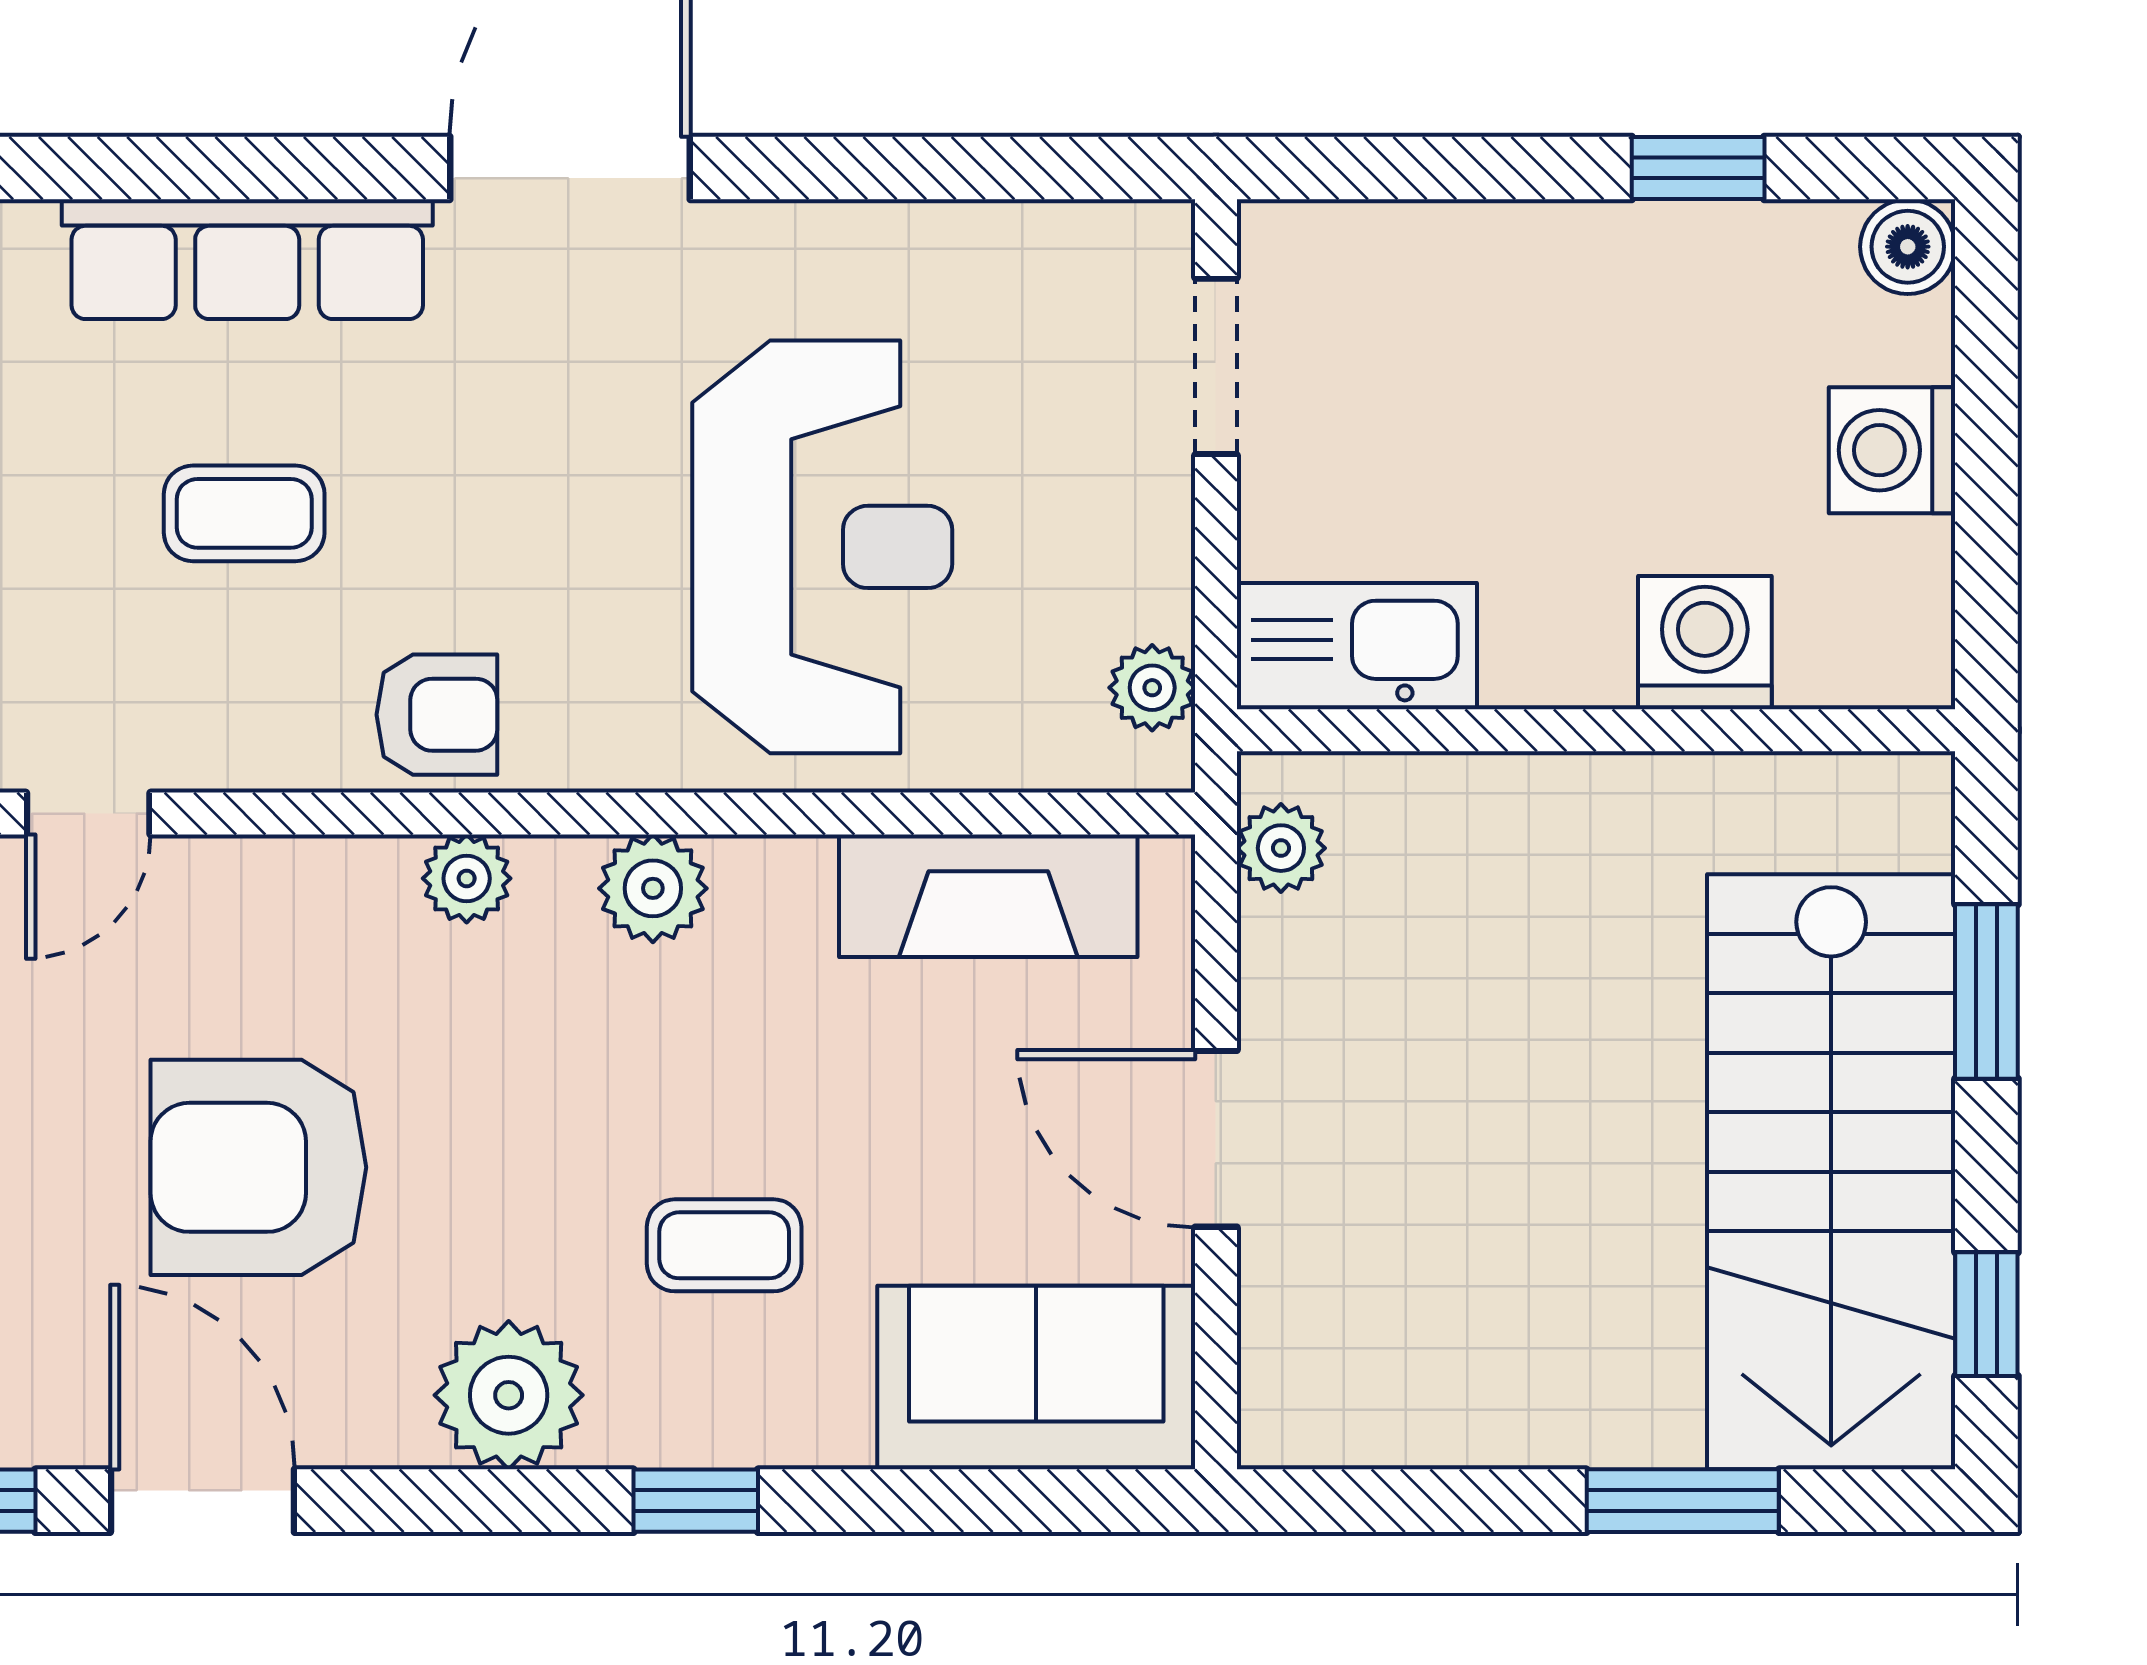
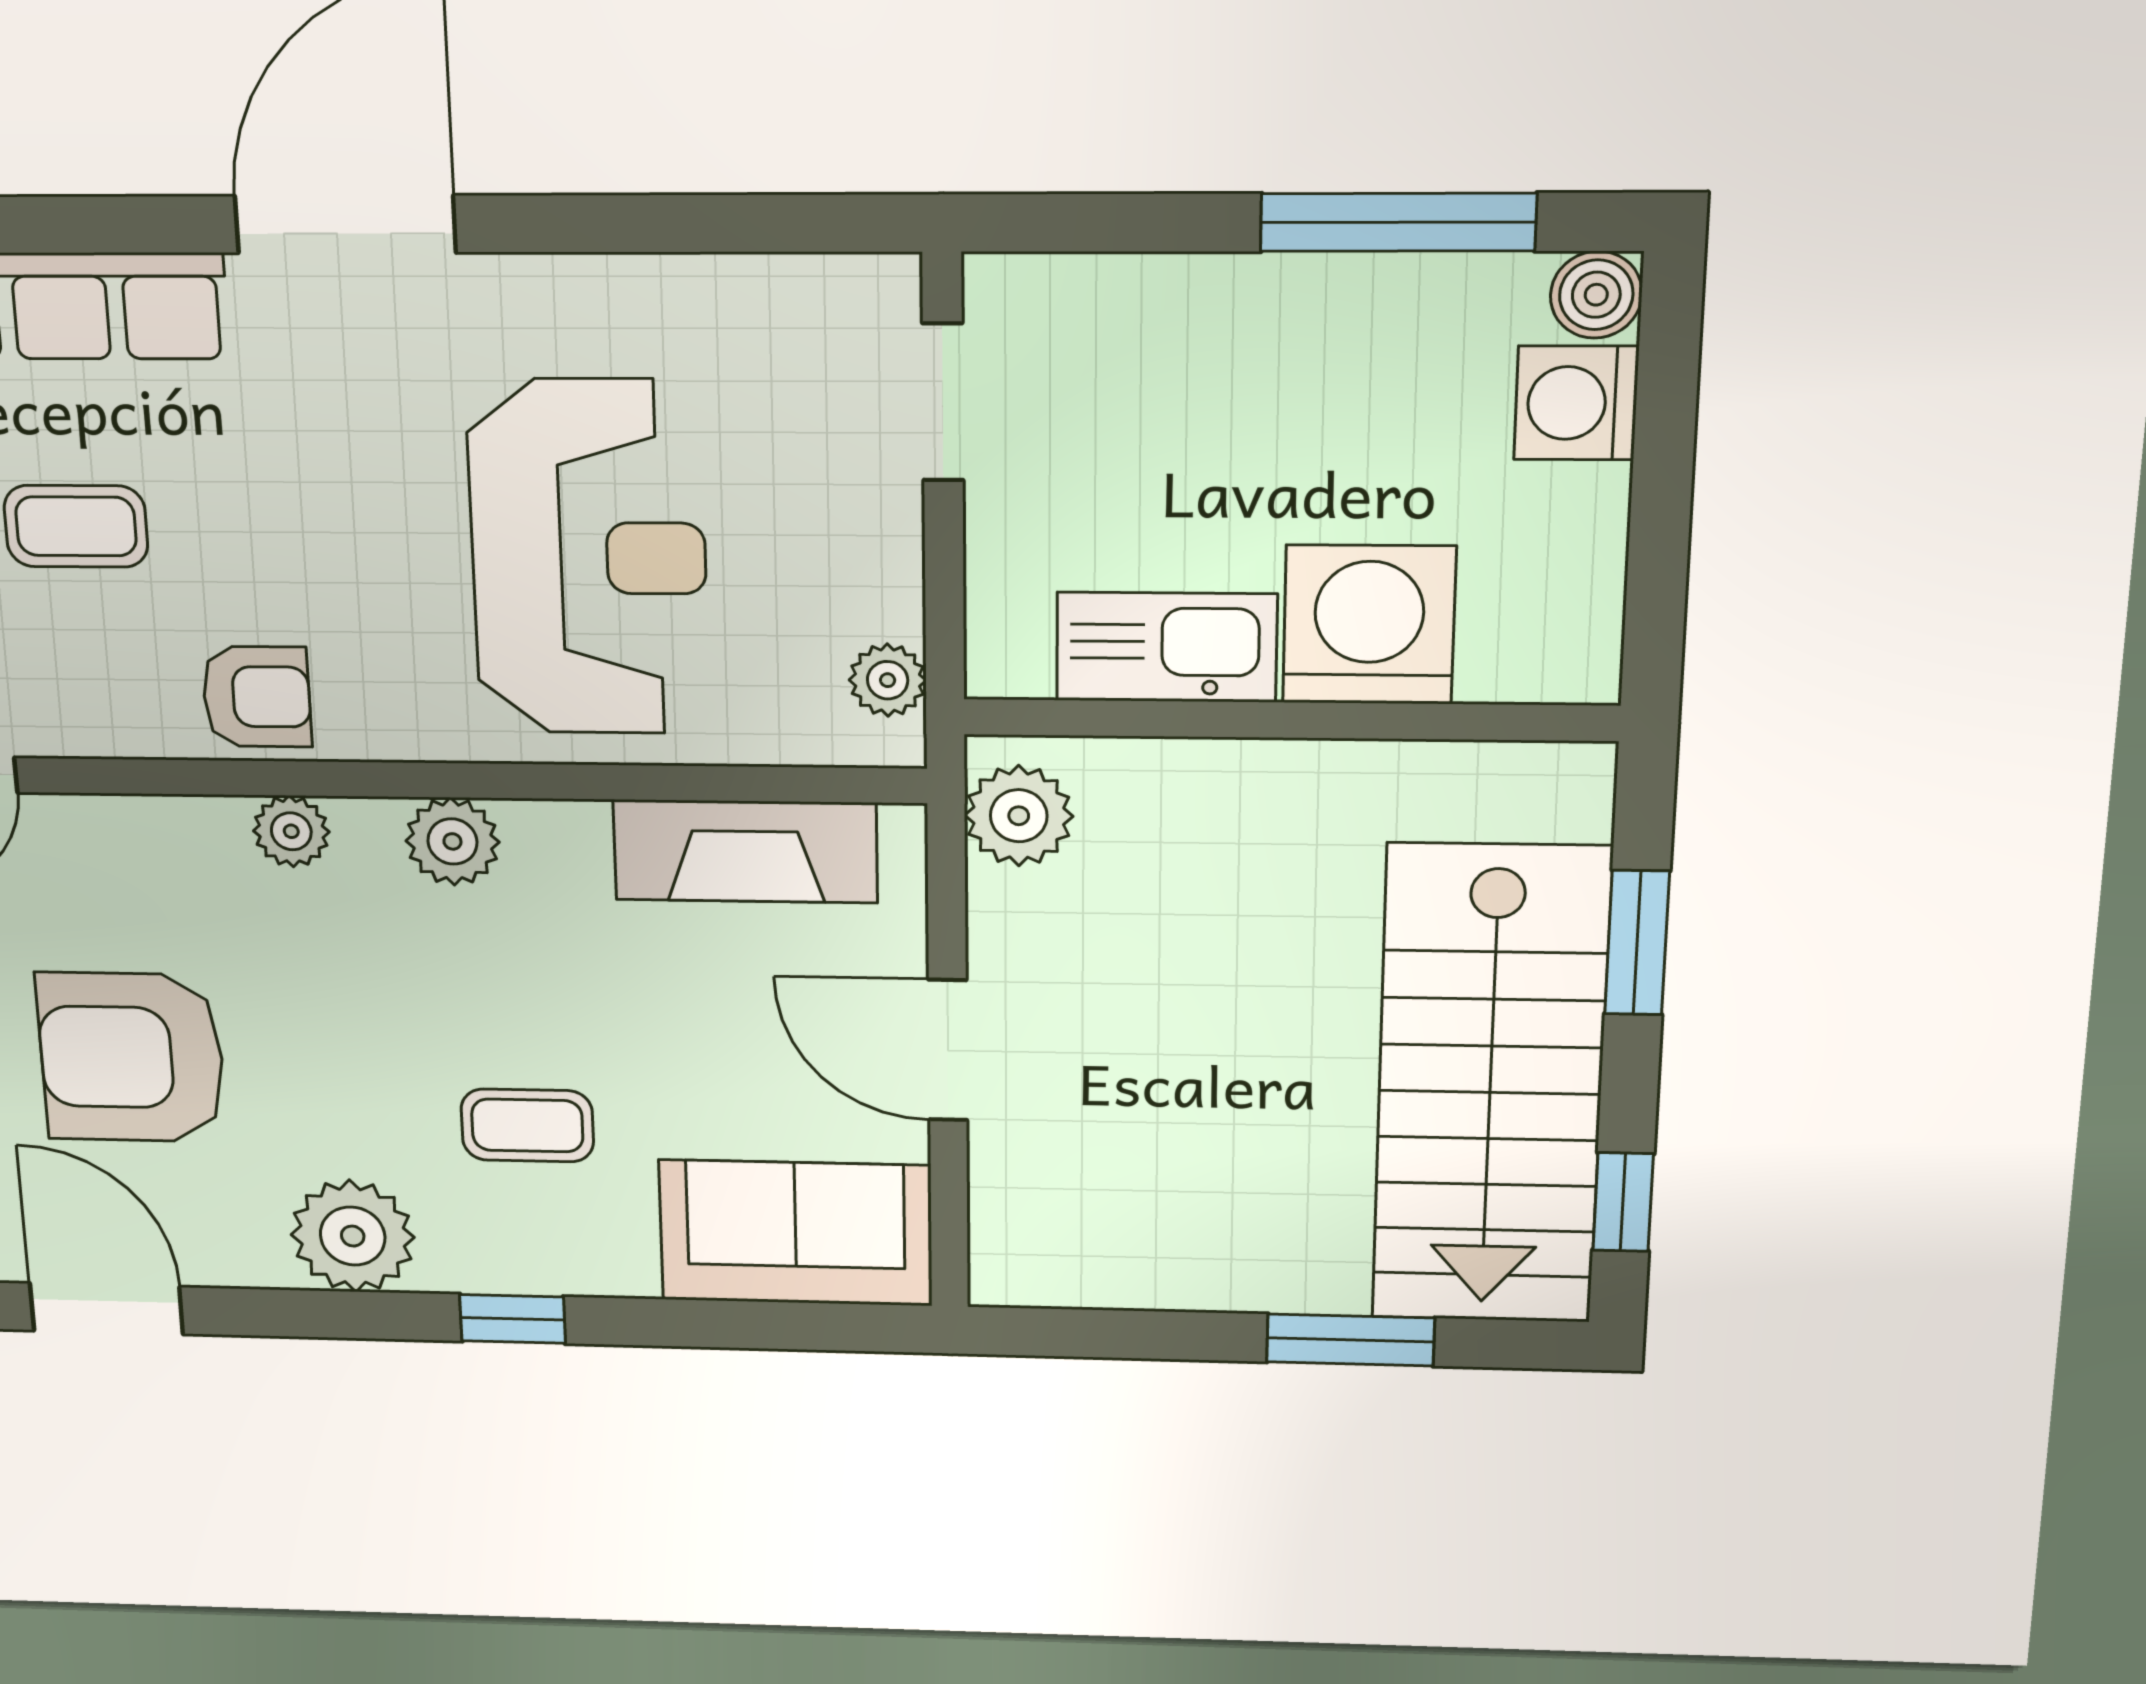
window: (1698, 168) -> (1398, 222), width x2.17
washing machine: (1892, 450) -> (1576, 403), moved
washing machine: (1705, 643) -> (1369, 625), width x1.37, depth x1.37
kitchen sink: (1357, 646) -> (1167, 647), moved
plant: (1281, 848) -> (1019, 816), width x1.38, depth x1.38

